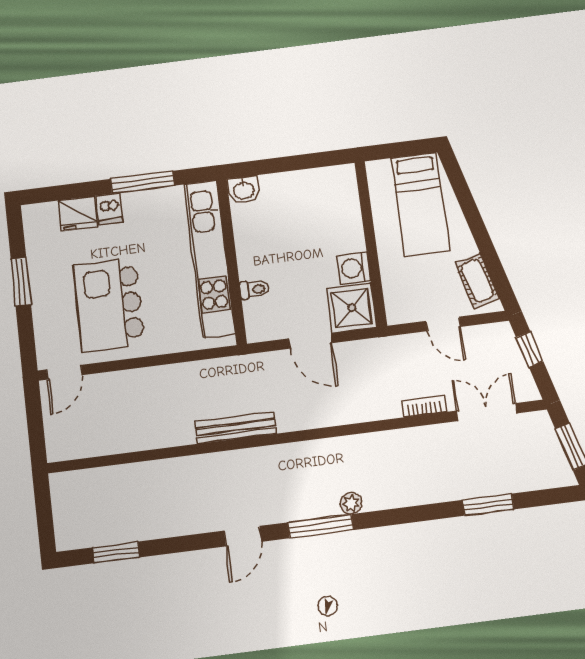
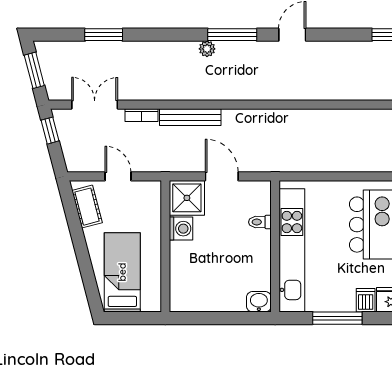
window: (530, 349) -> (50, 131), moved
double door: (487, 412) -> (95, 105), swing flipped
bench: (236, 428) -> (190, 117), moved

